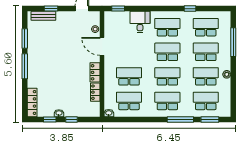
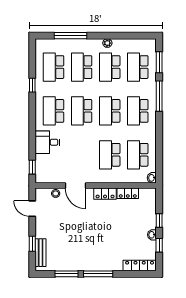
door: (102, 46) -> (75, 186), hinge flipped

